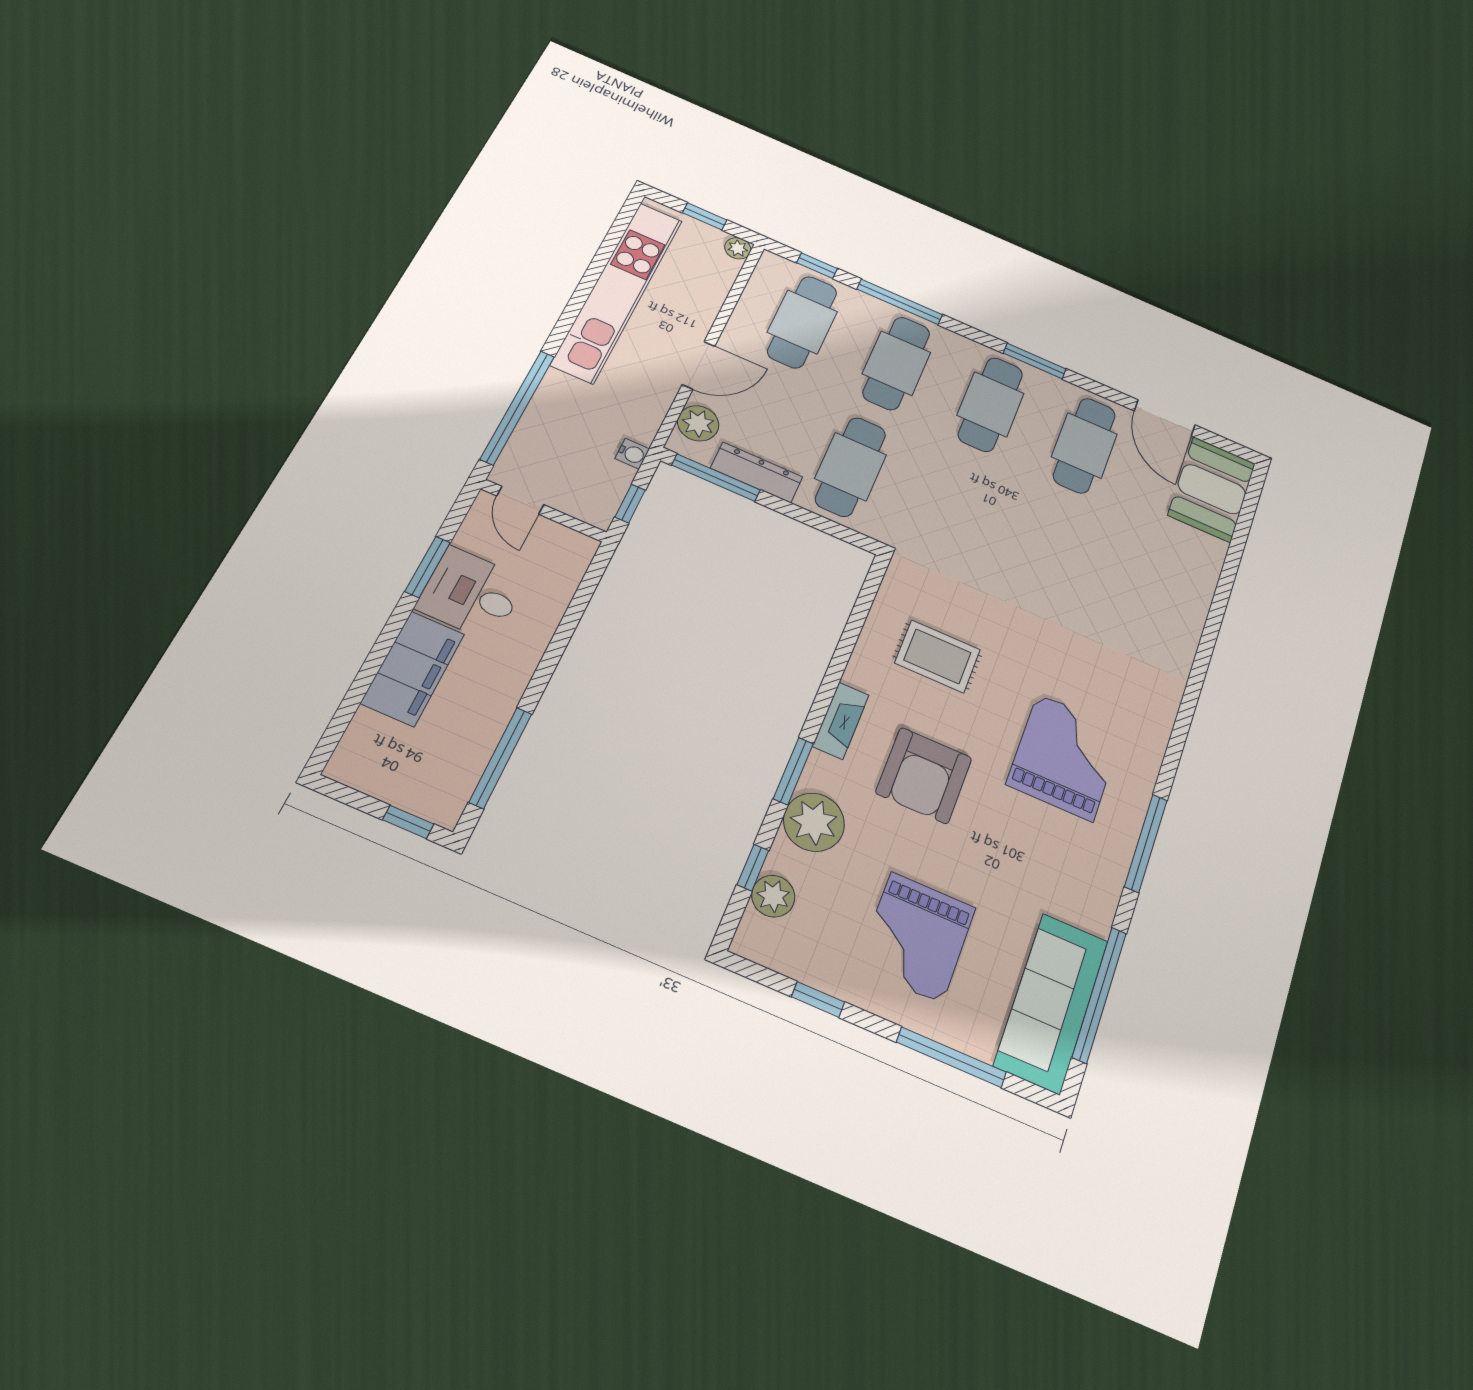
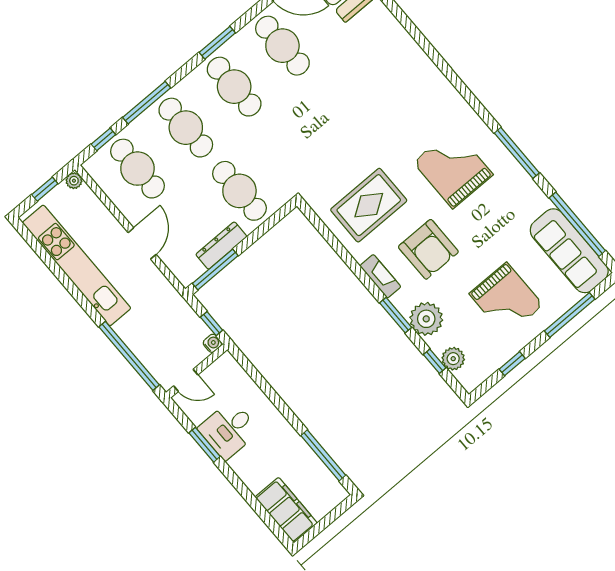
plant: (698, 423) -> (178, 262), removed
water cooler: (632, 454) -> (212, 343), moved
rug: (937, 656) -> (369, 205), width x1.36, depth x1.43
filing cabinet: (413, 669) -> (286, 510), moved
window: (408, 822) -> (336, 513), removed

